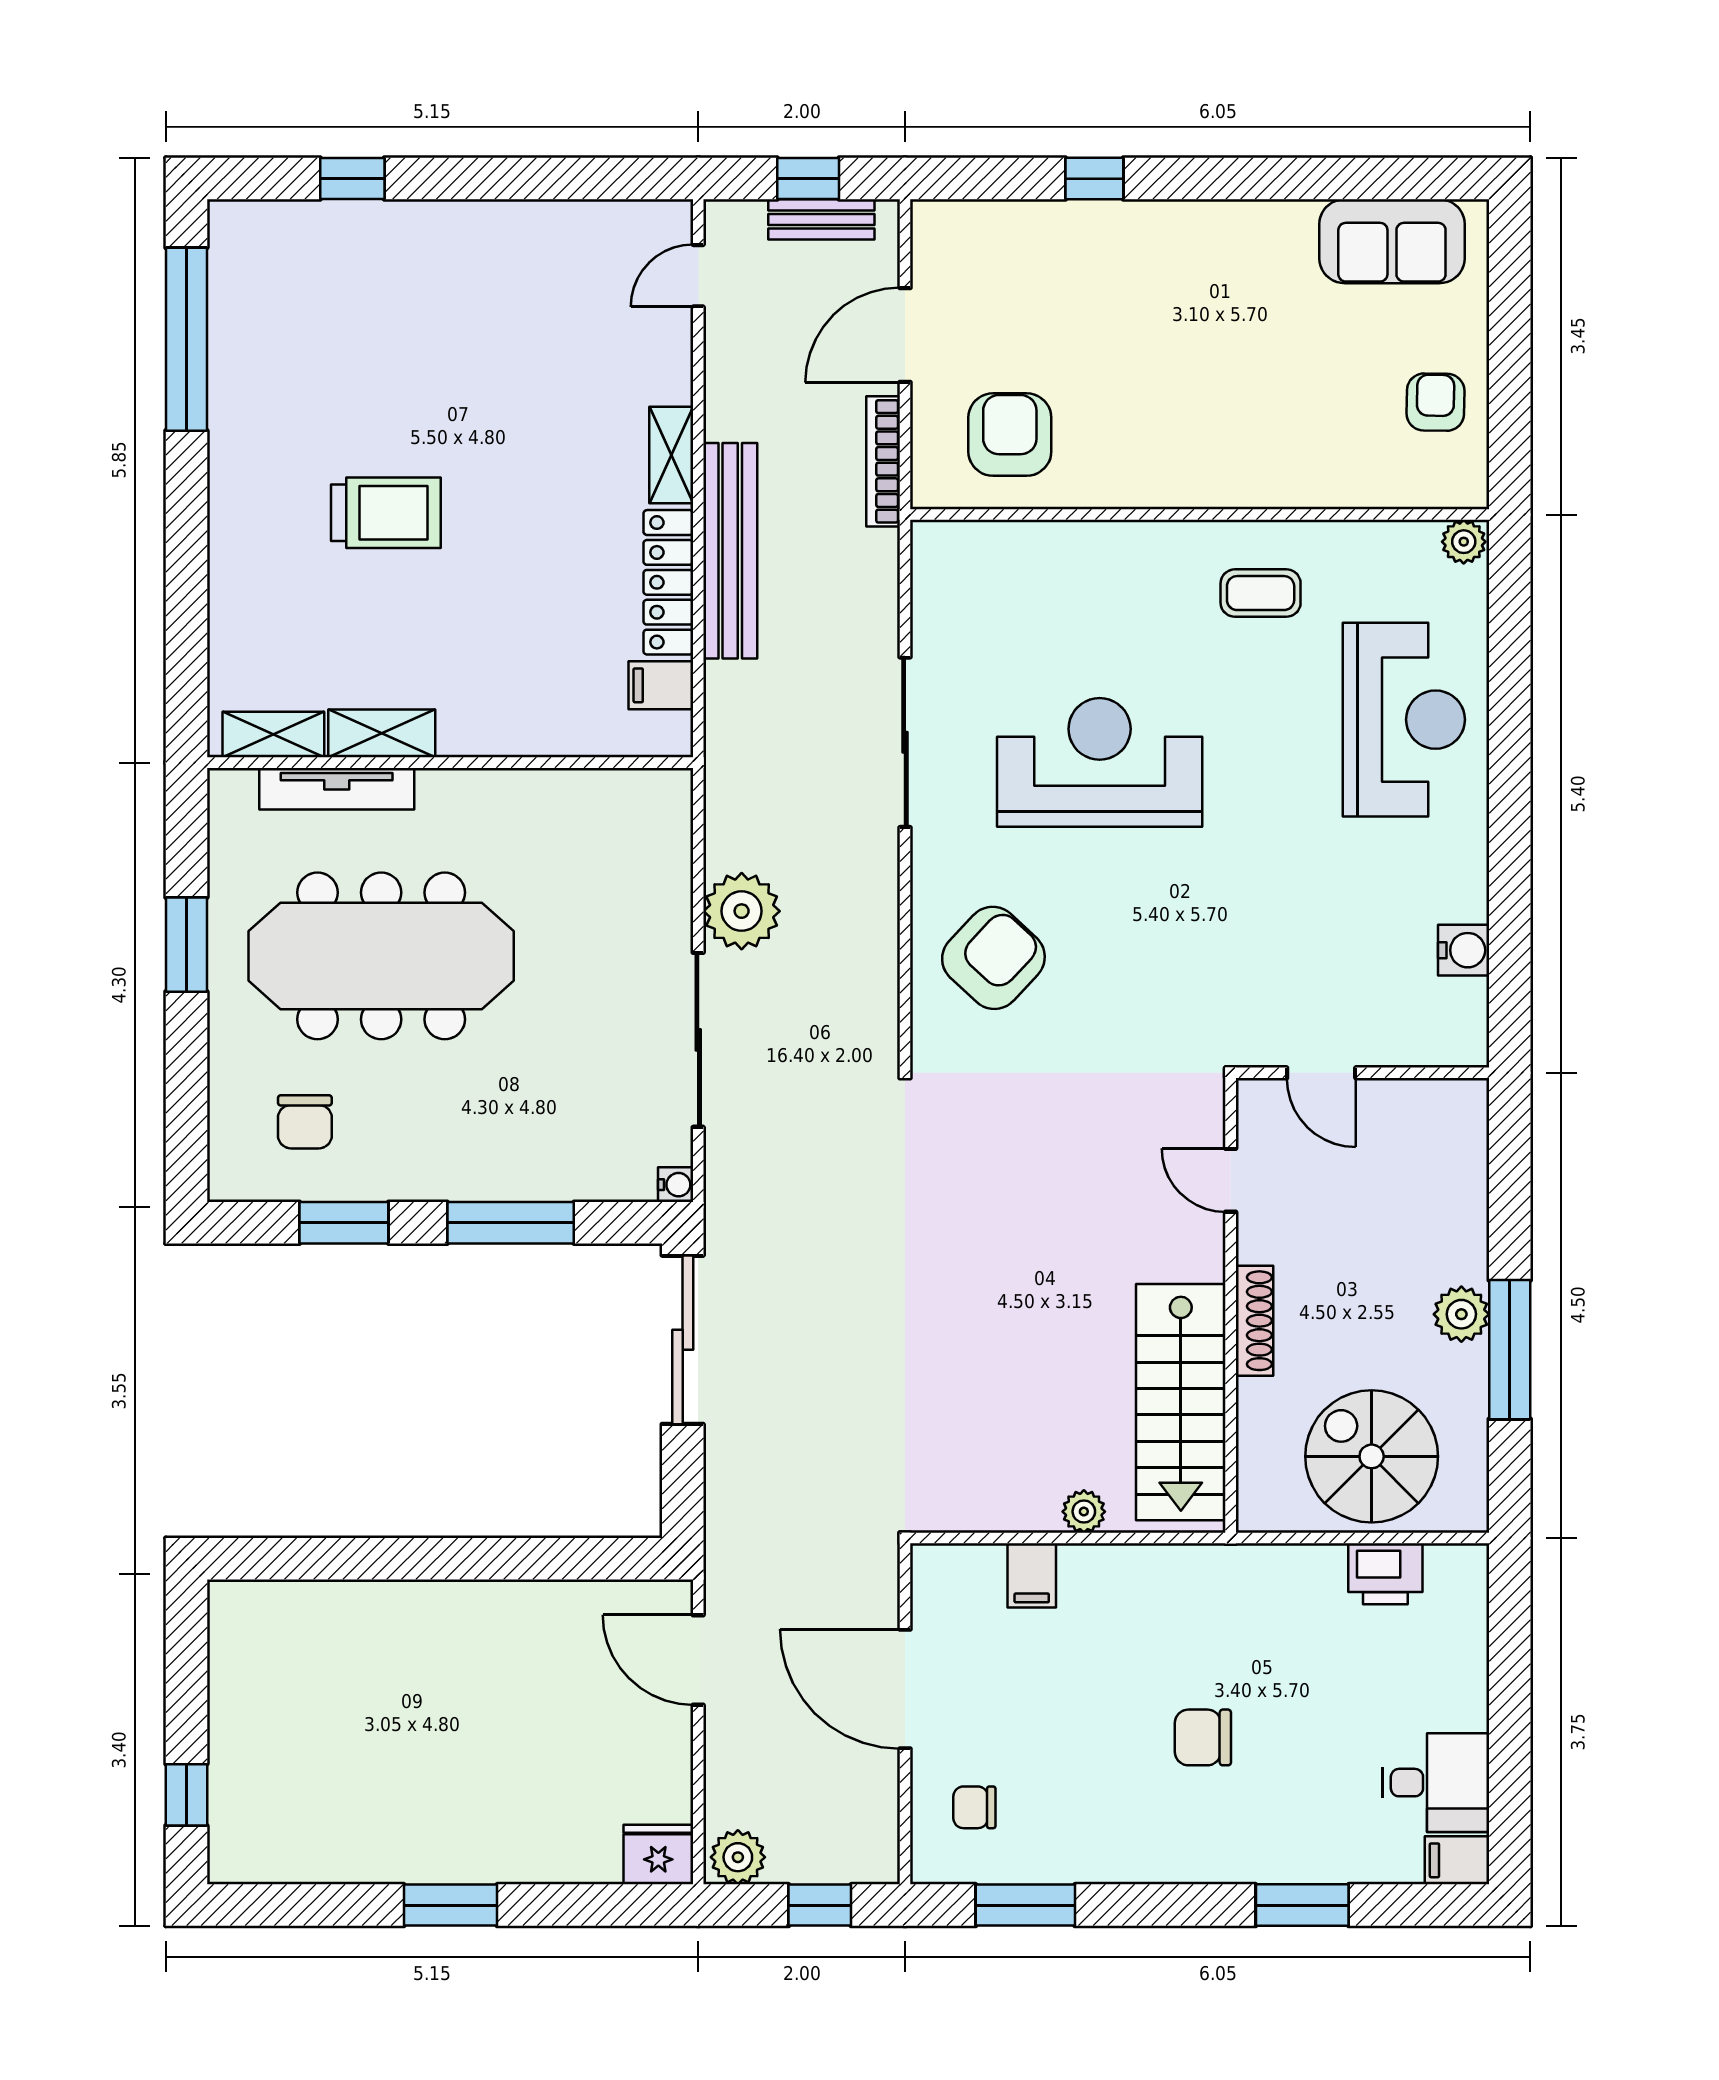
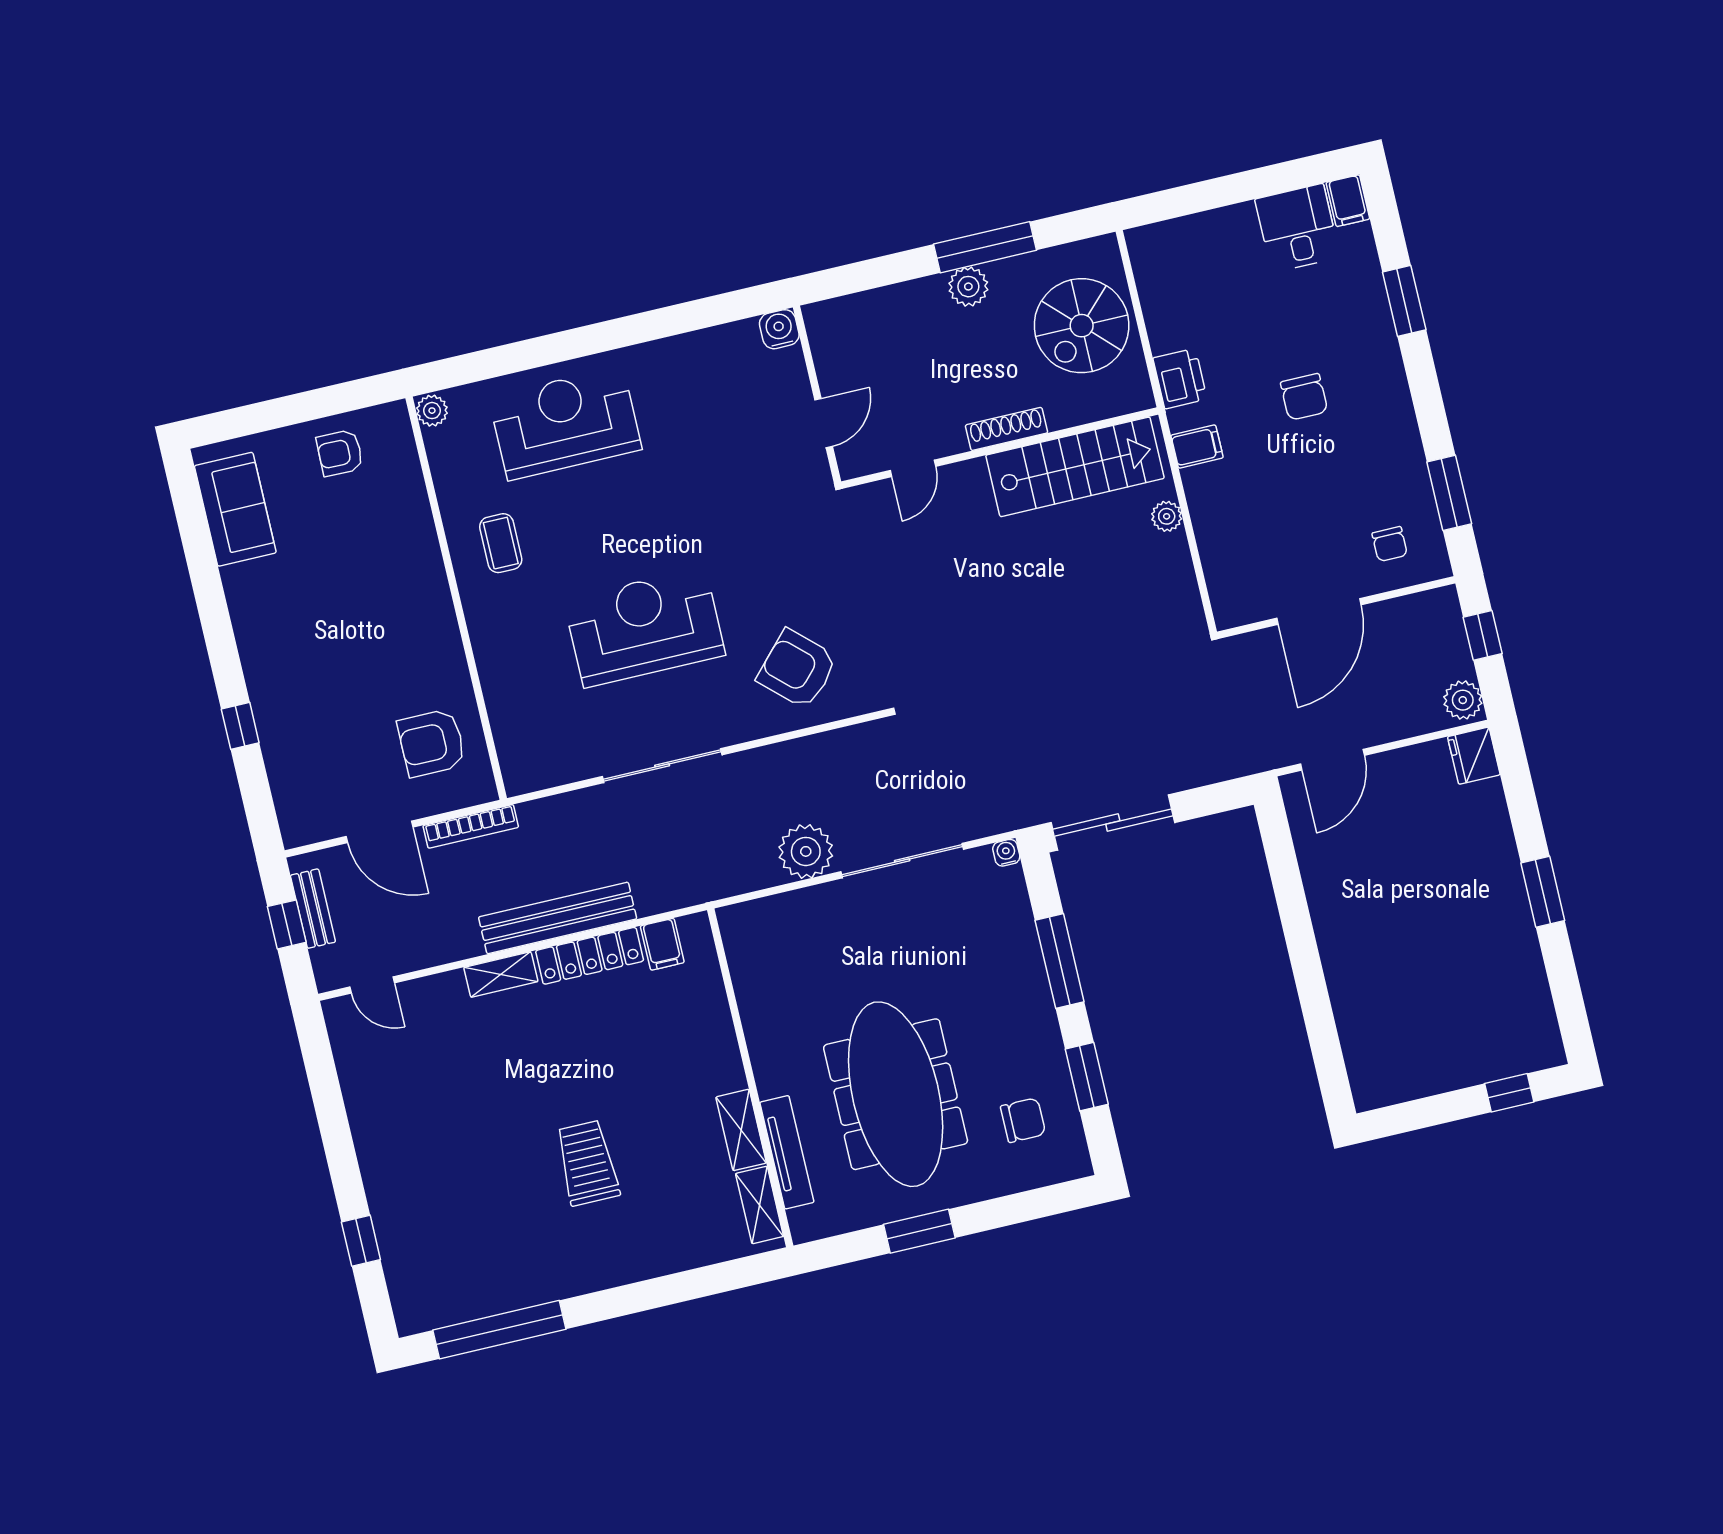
reception desk: (1100, 762) -> (644, 627), turned 90
water cooler: (1464, 950) -> (779, 329), moved
printer: (1385, 1574) -> (1180, 379), moved
filing cabinet: (1032, 1575) -> (1197, 447), moved

